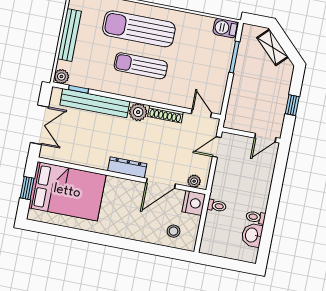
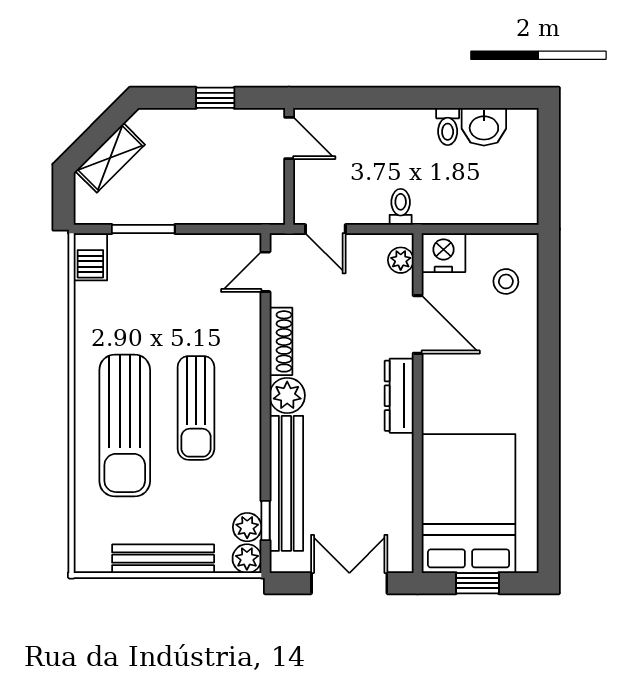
plant: (77, 80) -> (247, 527), added
toilet: (217, 206) -> (401, 207), moved

